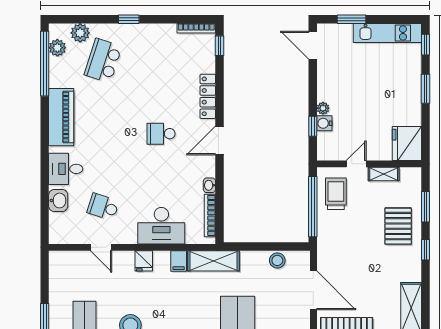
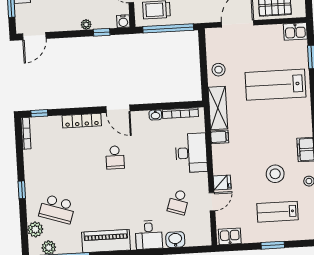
water cooler: (324, 123) -> (123, 21), moved
stool: (277, 260) -> (219, 70), moved
fridge: (144, 261) -> (222, 182), moved
kitchen sink: (58, 266) -> (230, 236), added

